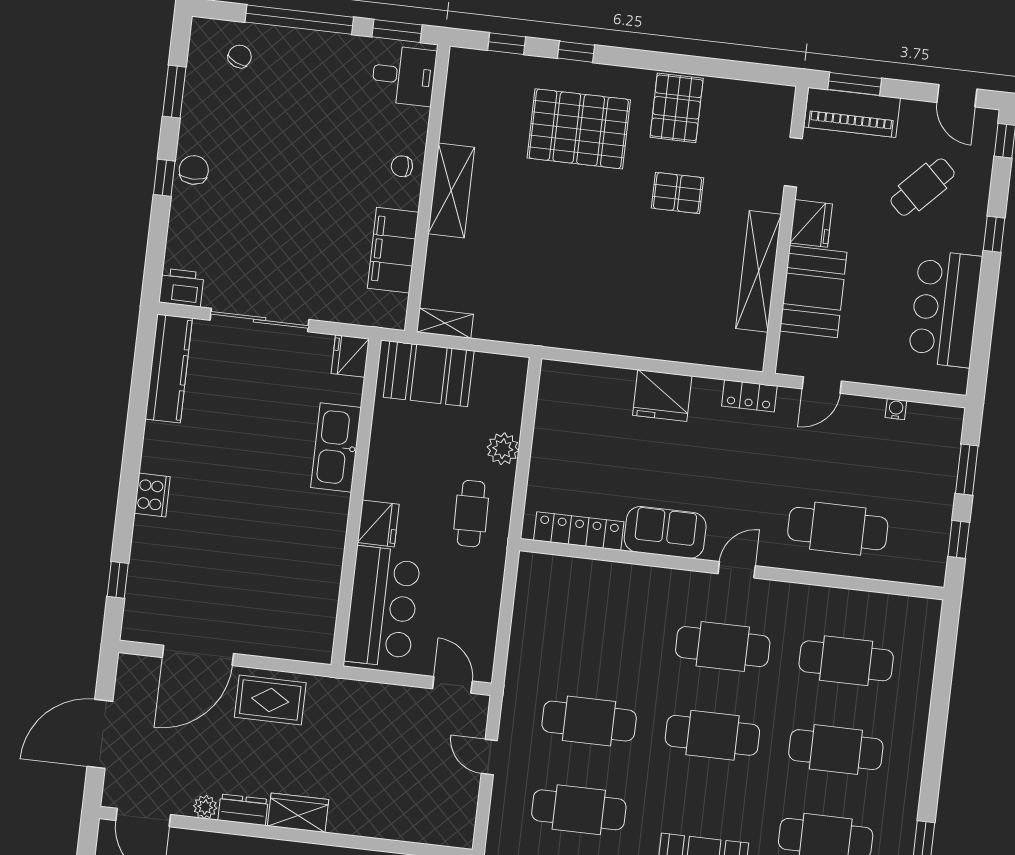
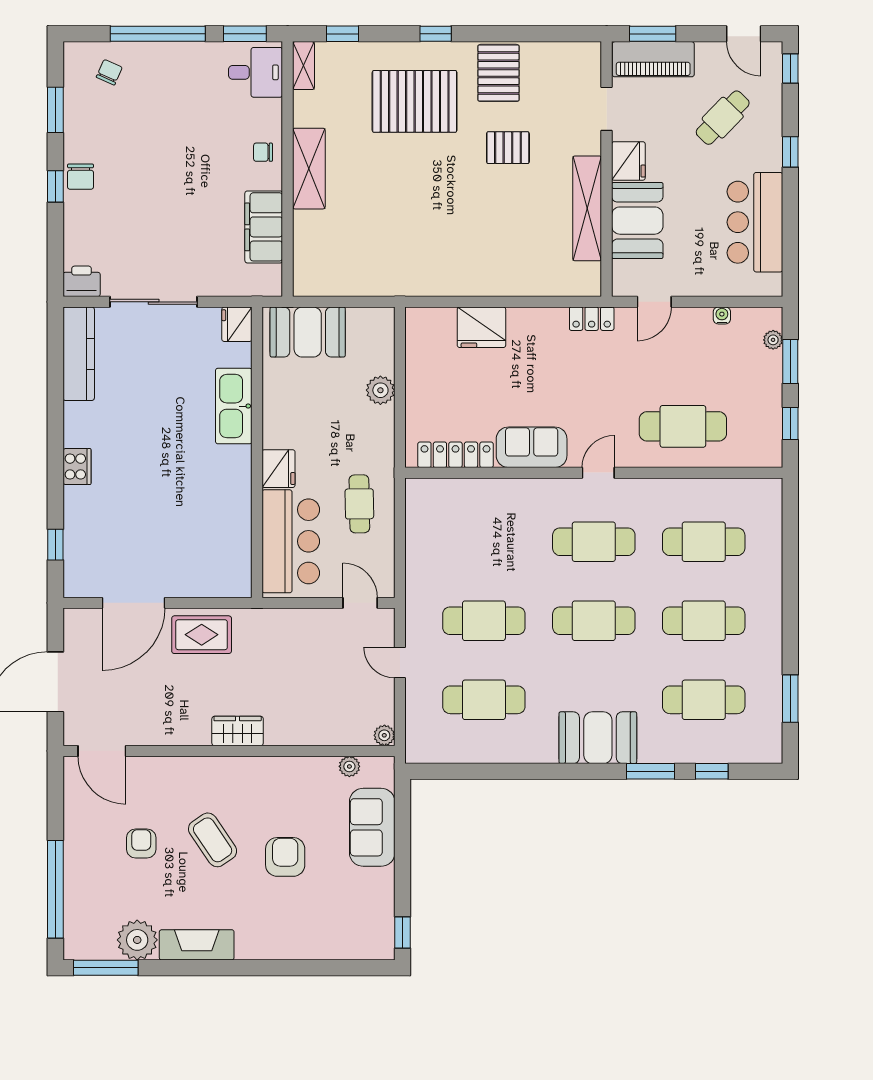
window: (576, 52) -> (436, 34), moved
chair: (194, 170) -> (81, 177), turned 180
shelving: (445, 323) -> (304, 66), moved, turned 90
fridge: (662, 396) -> (481, 327), moved
plant: (950, 443) -> (773, 340), added
cafe table: (471, 514) -> (359, 504), moved
plant: (205, 807) -> (384, 735), moved
dresser: (243, 810) -> (189, 734), removed

